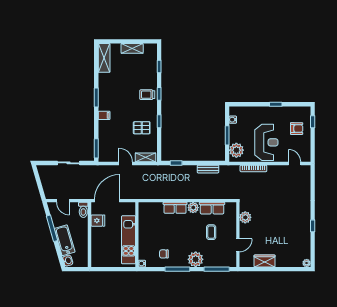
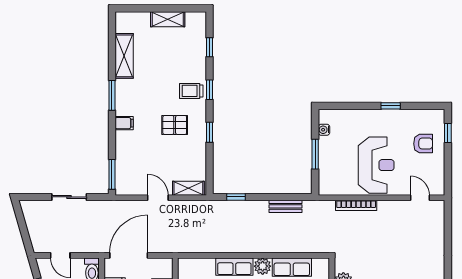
shelving: (104, 58) -> (124, 56), moved
pallet: (142, 128) -> (175, 125), moved
plant: (236, 150) -> (330, 177), removed

